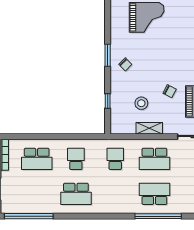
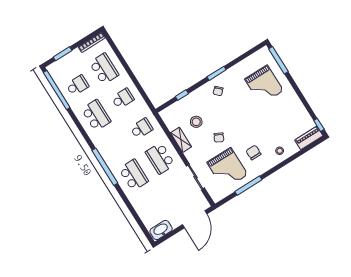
school desk: (37, 159) -> (104, 69), turned 180
school desk: (37, 194) -> (77, 85), added
school desk: (76, 194) -> (96, 115), turned 180
window: (158, 216) -> (105, 167), moved

